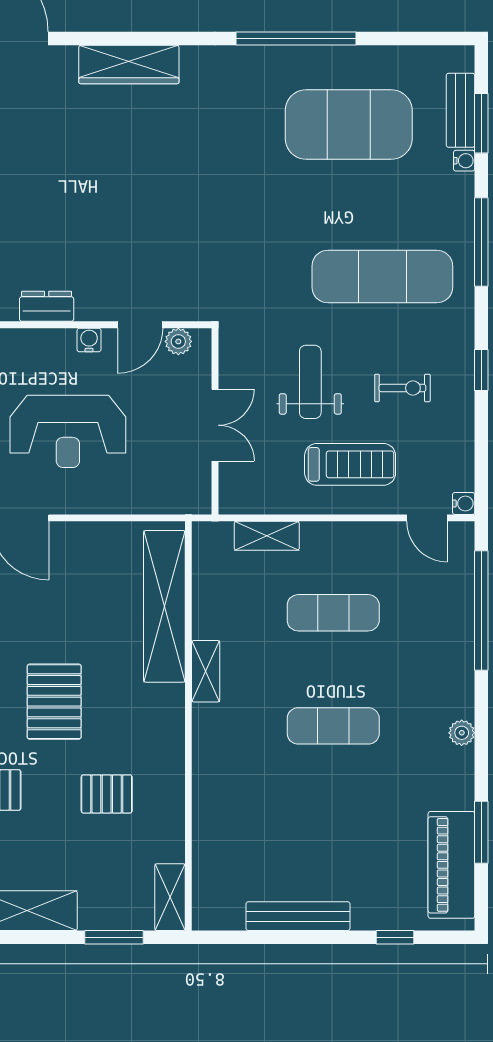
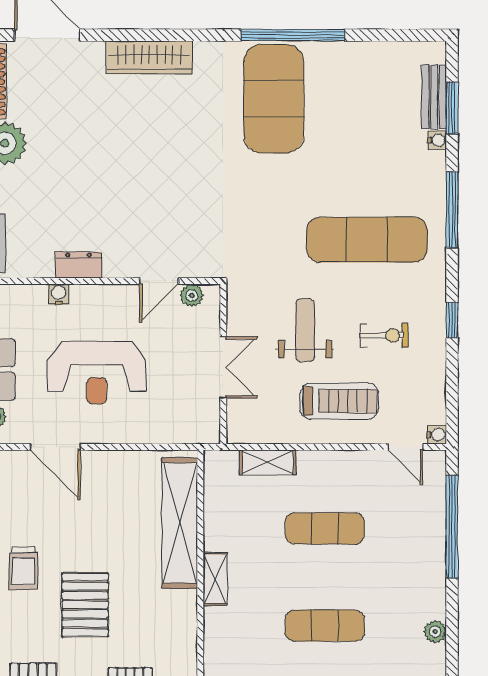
exercise mat: (349, 125) -> (274, 99), moved, turned 90
water cooler: (89, 340) -> (59, 294), moved

